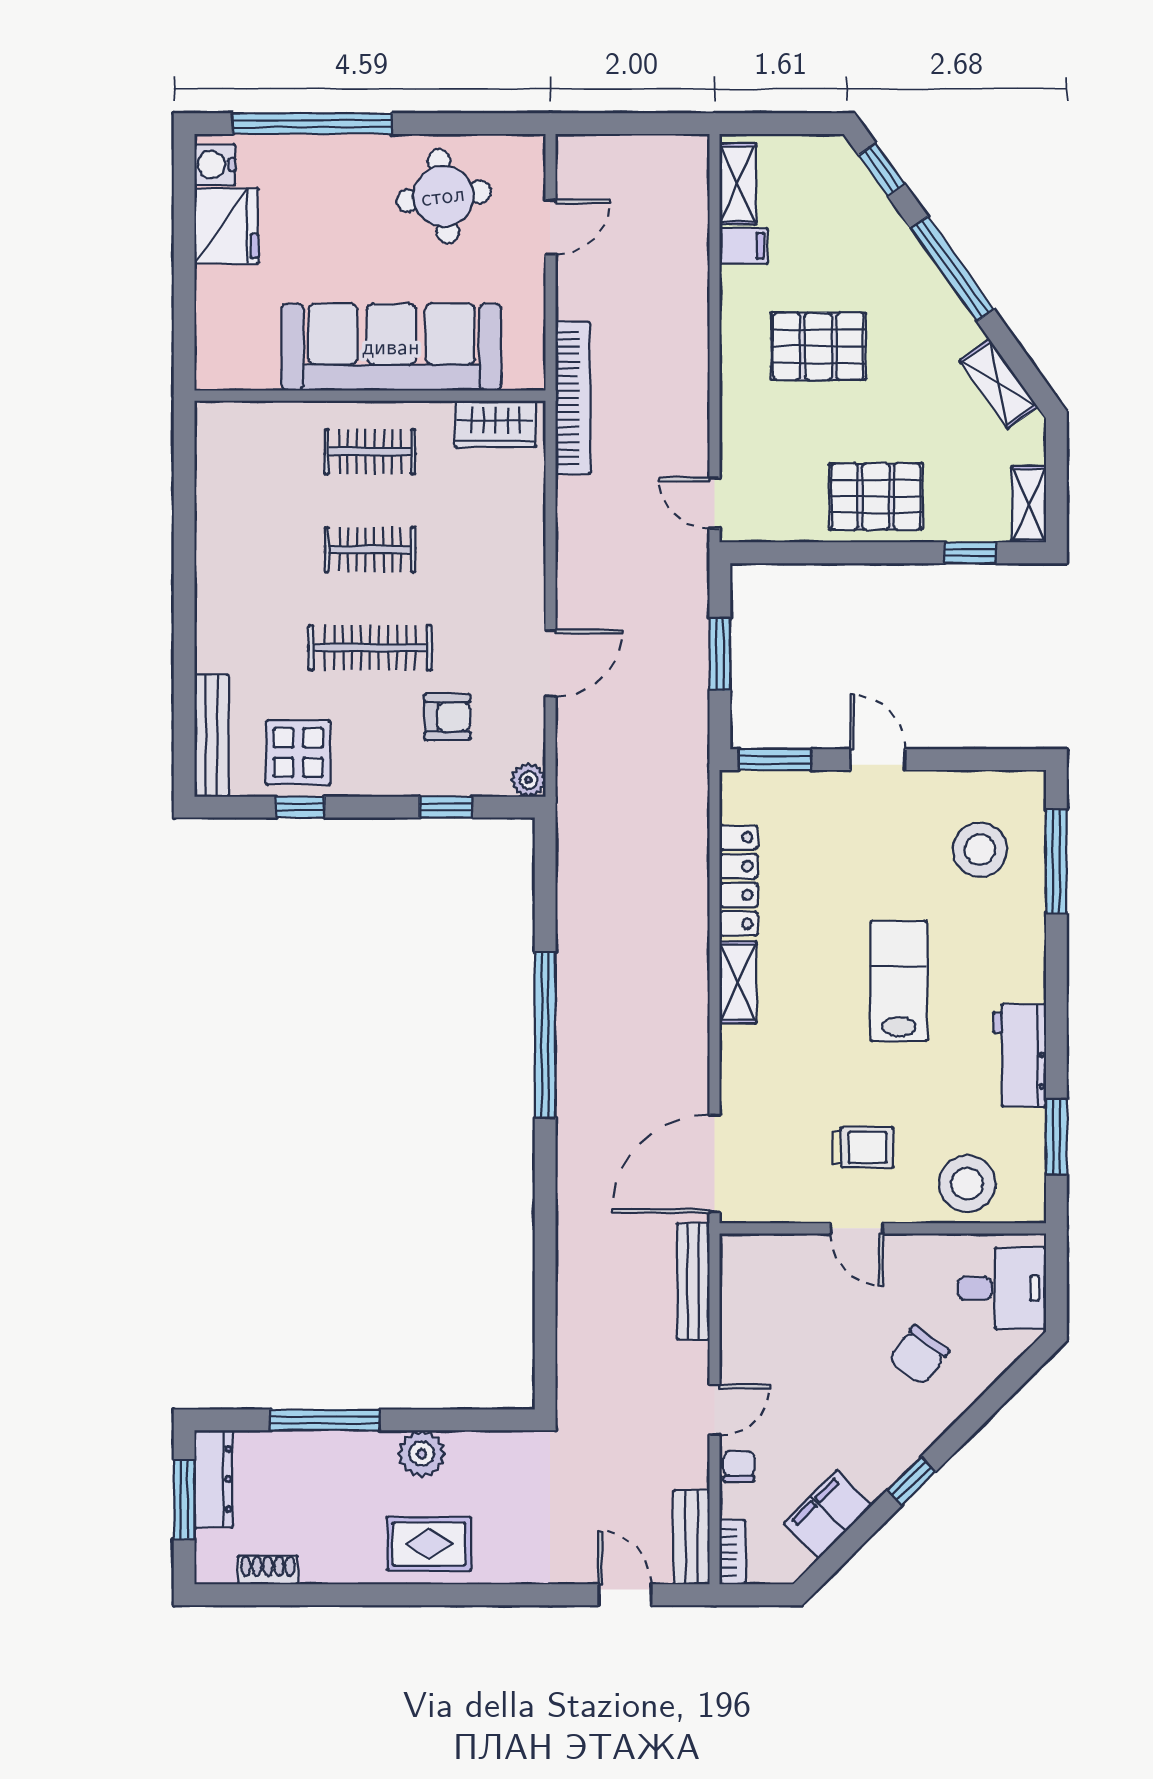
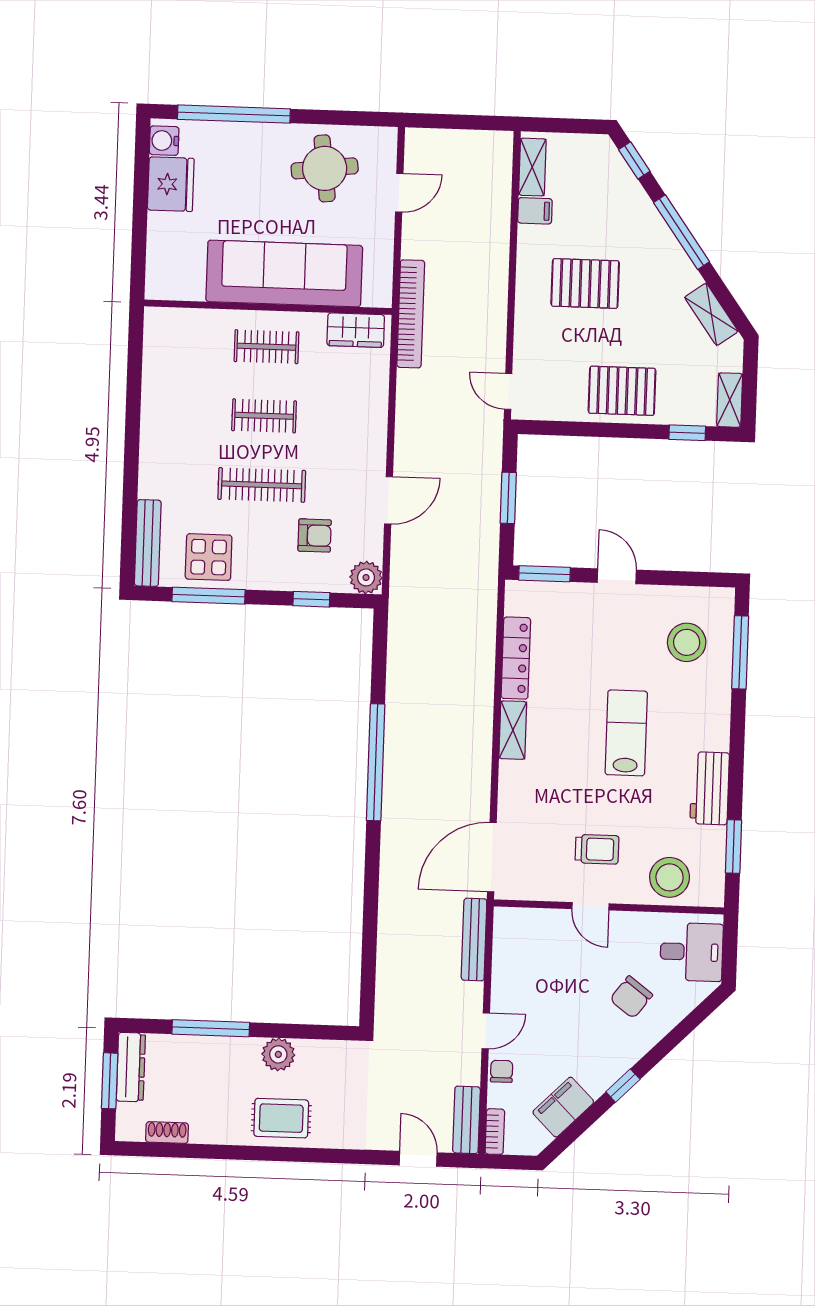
plant: (529, 780) -> (366, 577), width x1.38, depth x1.38
window: (300, 807) -> (209, 596), width x2.17

